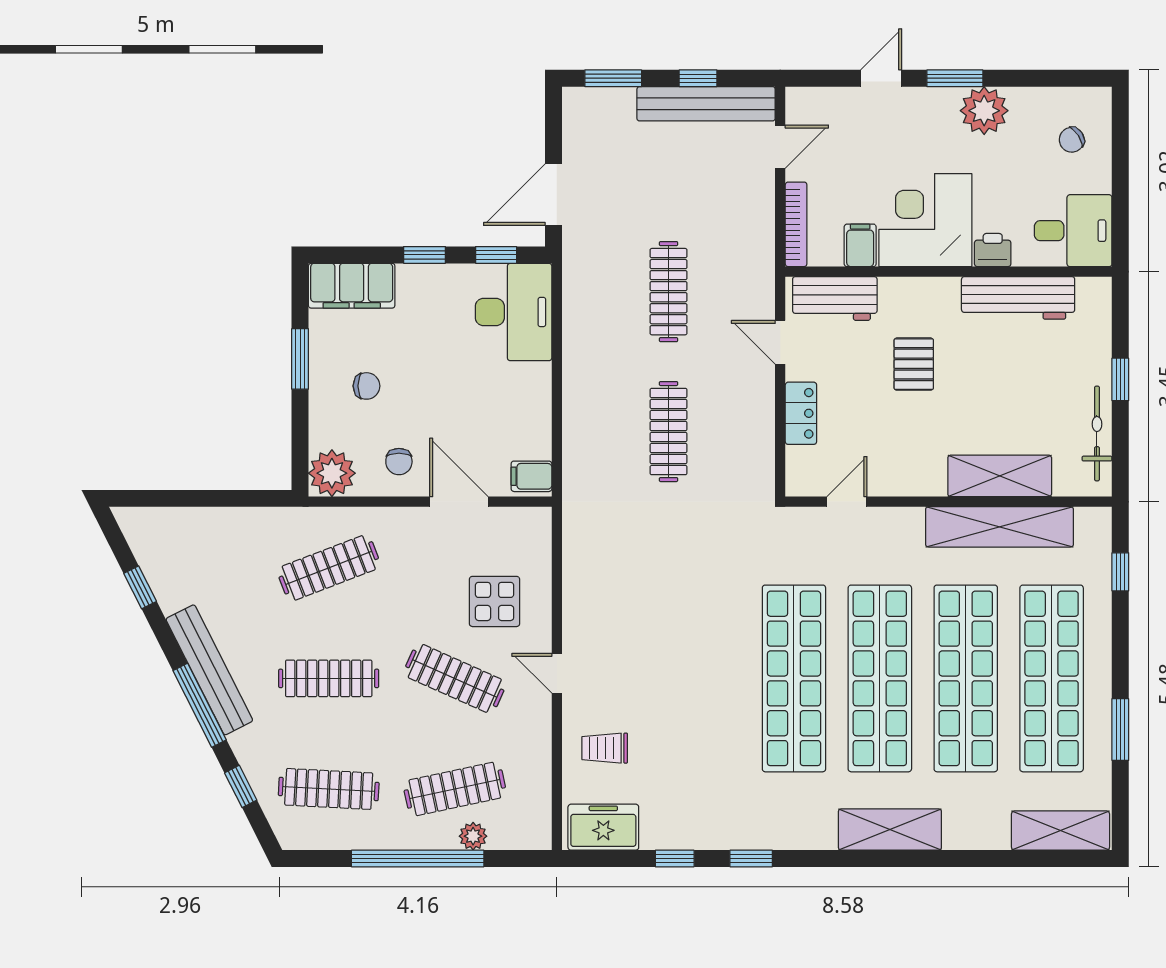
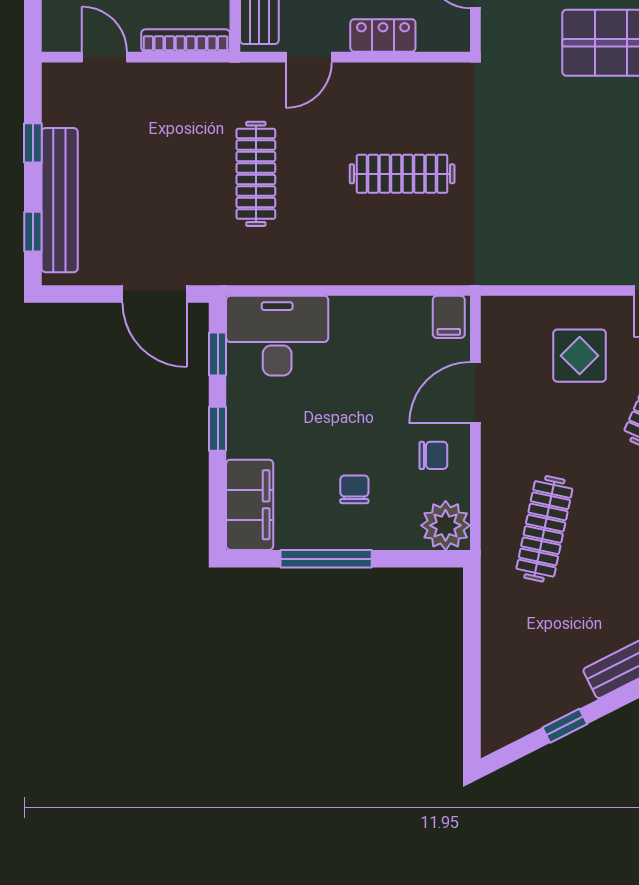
window: (613, 78) -> (33, 232), width x0.67
bench: (706, 104) -> (60, 200), moved
clothes rail: (669, 292) -> (256, 174), turned 90
window: (300, 359) -> (326, 559), width x1.44
clothes rail: (329, 568) -> (544, 529), turned 33

